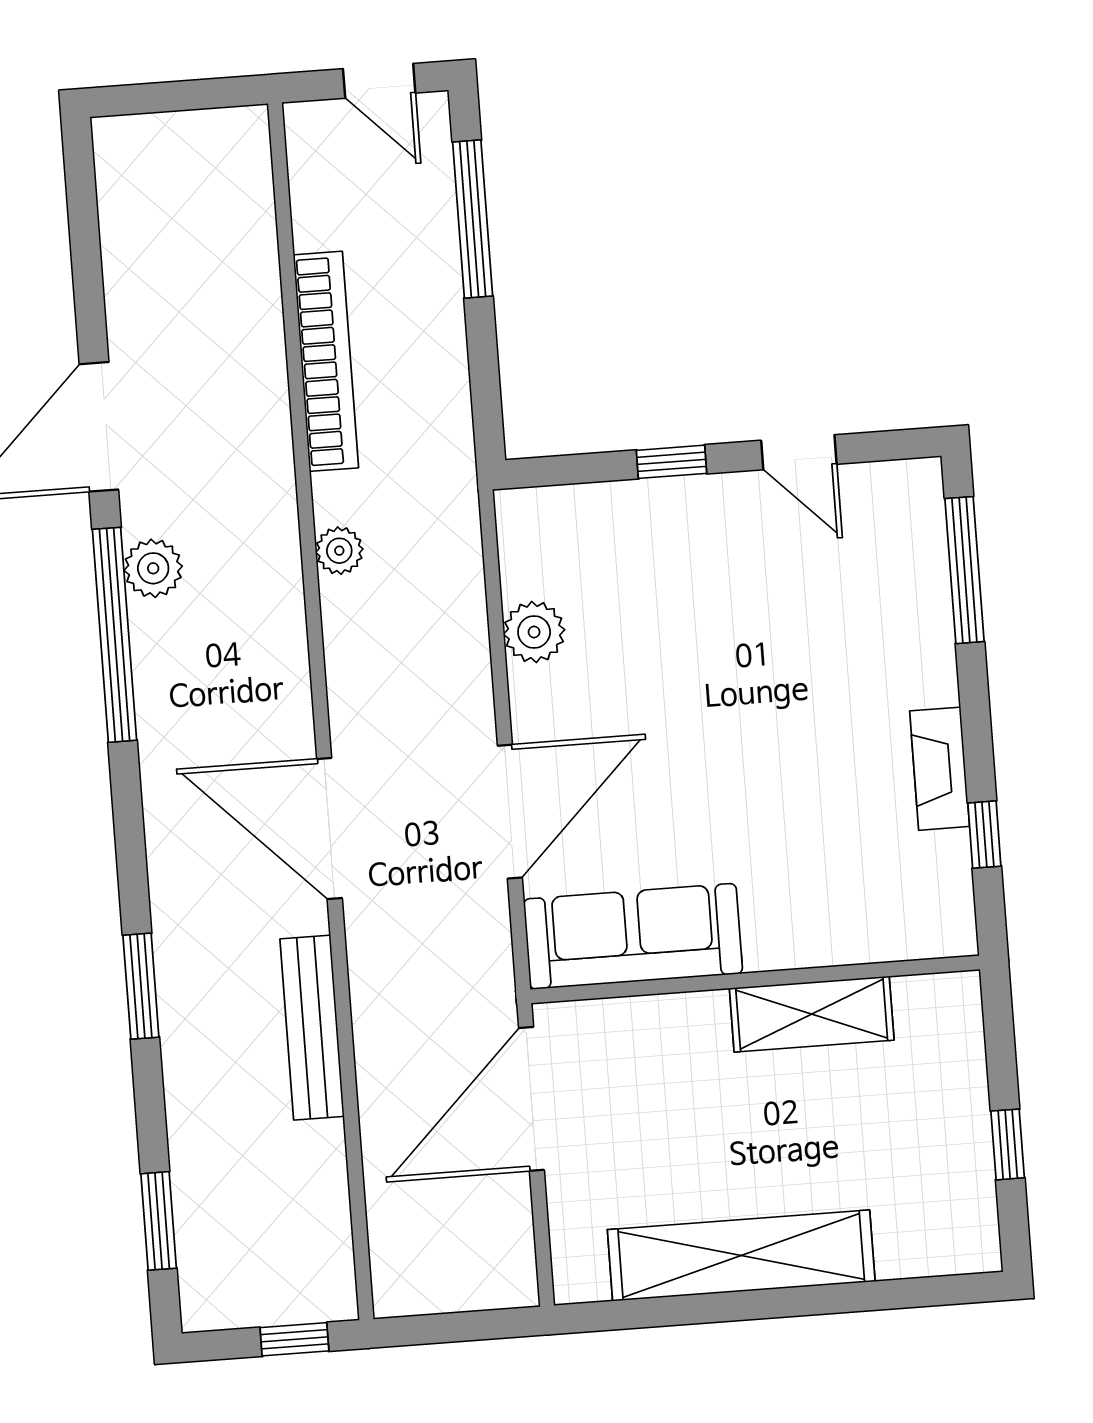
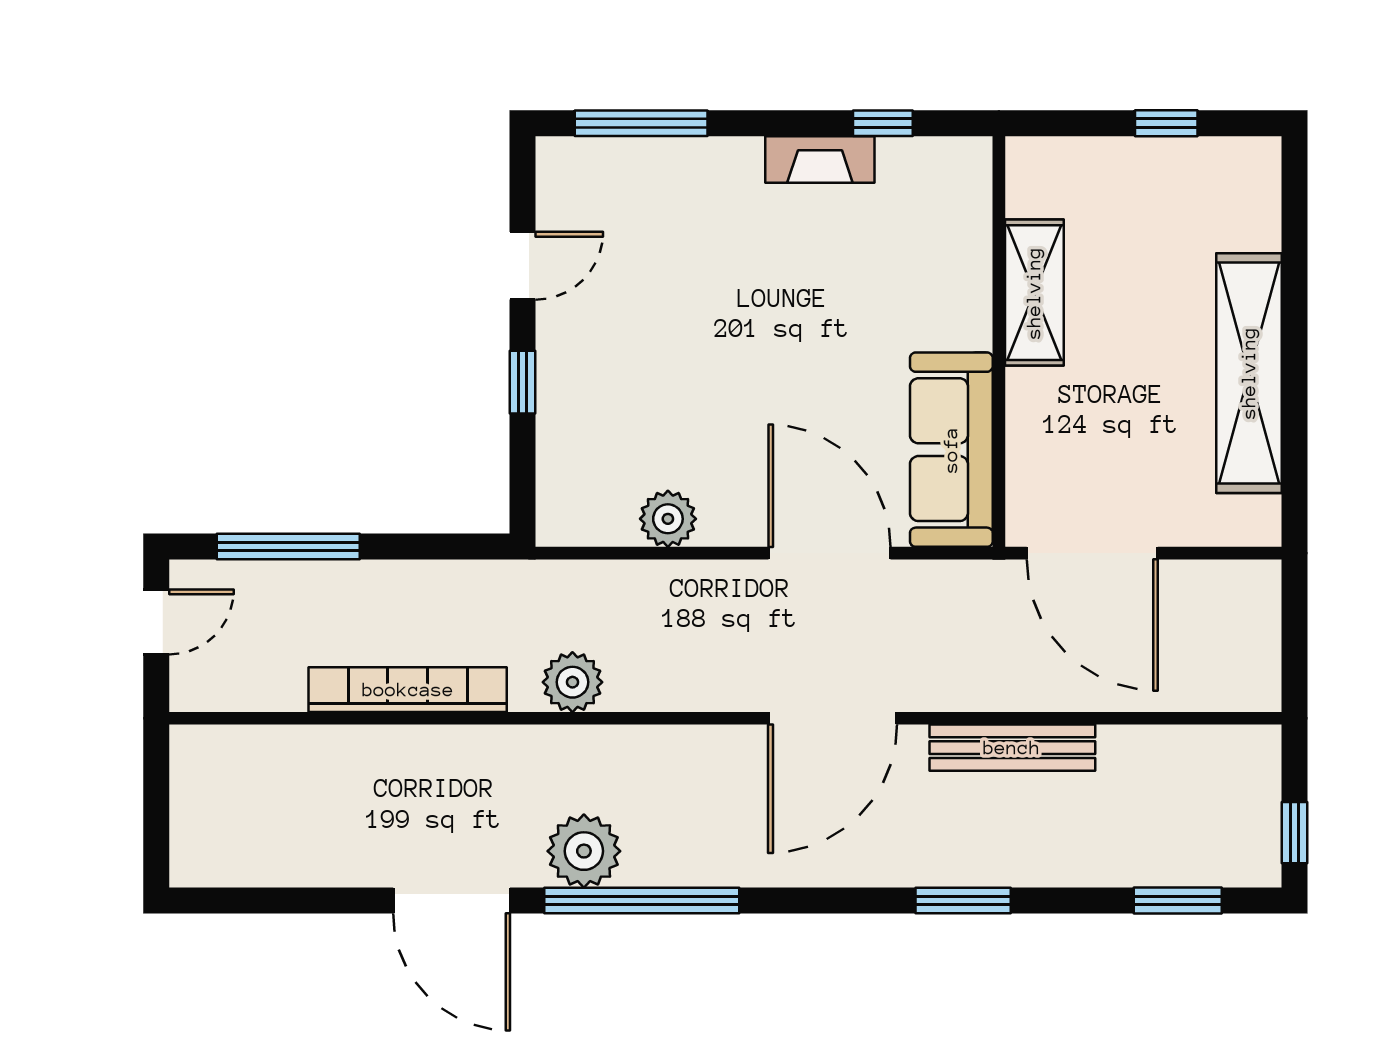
plant: (339, 551) -> (572, 682), width x1.38, depth x1.38
plant: (153, 568) -> (584, 851), width x1.36, depth x1.36
window: (294, 1339) -> (1295, 833), moved

